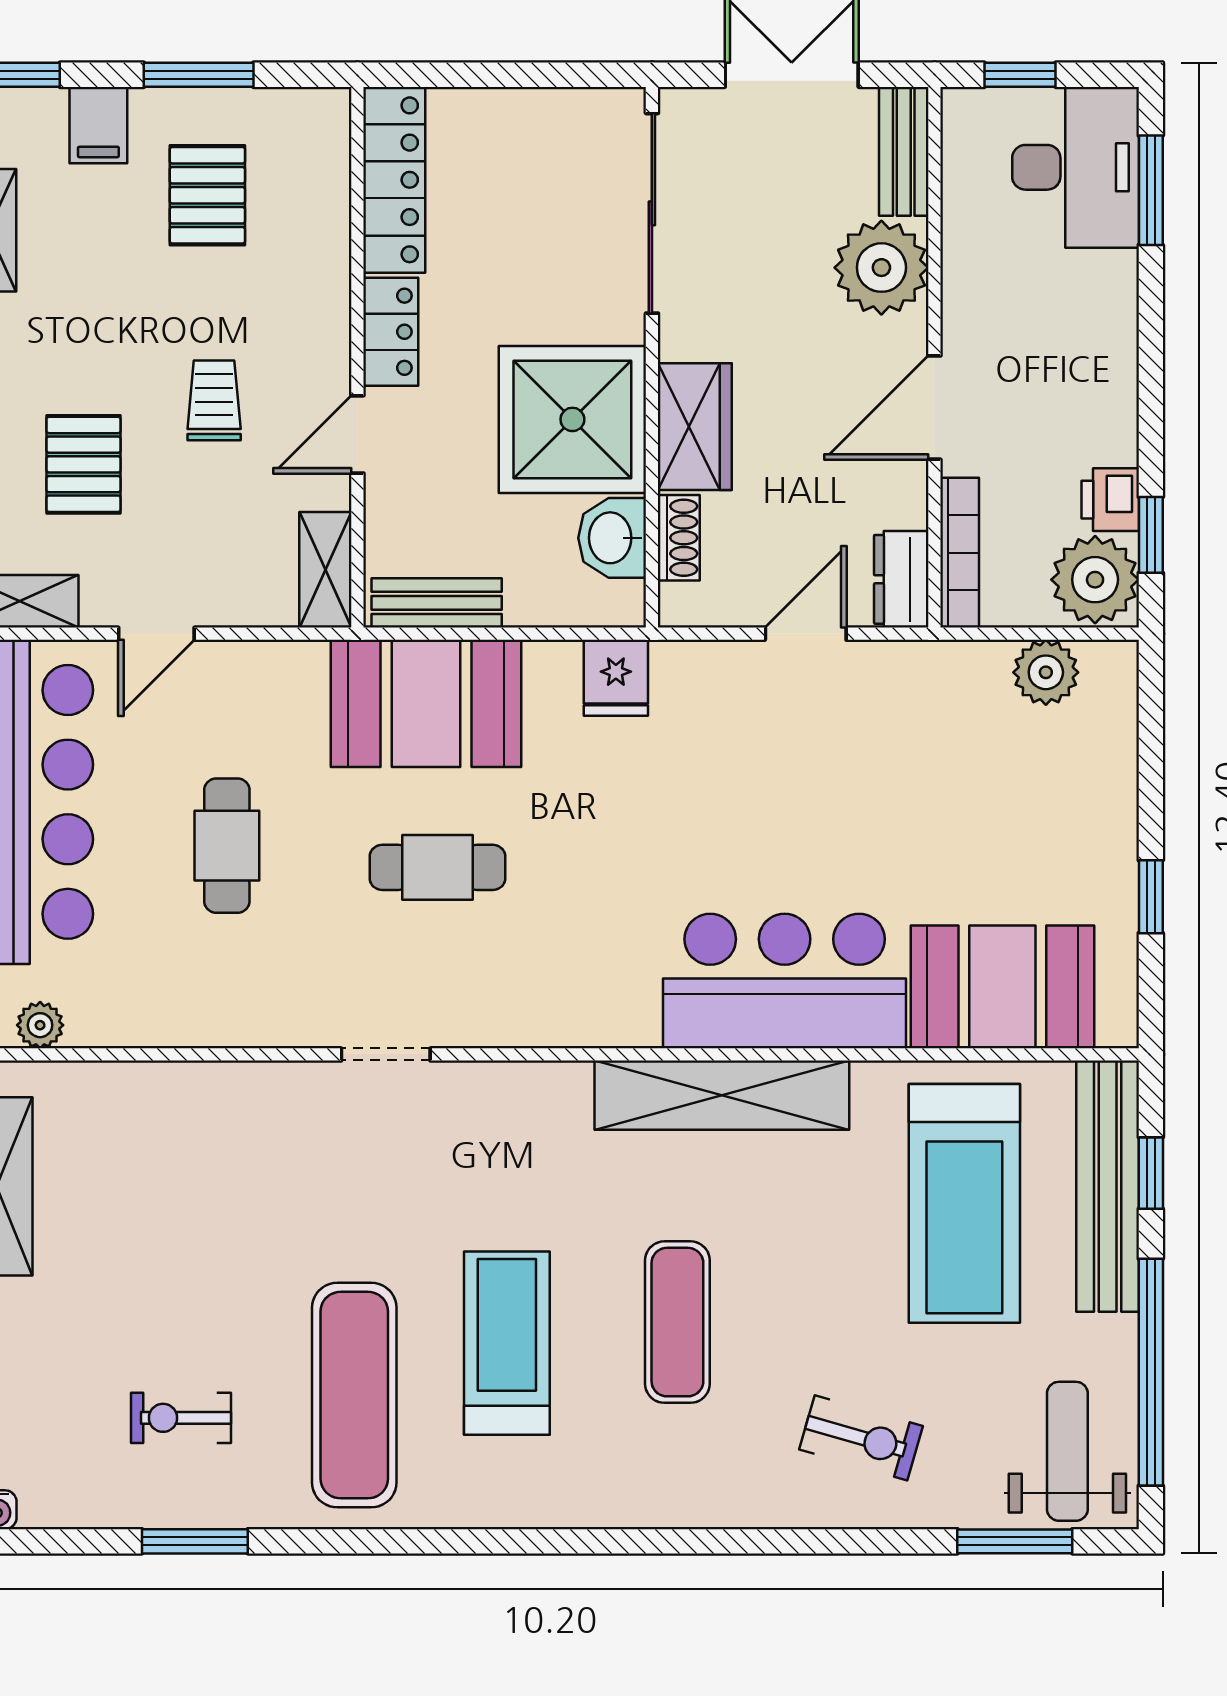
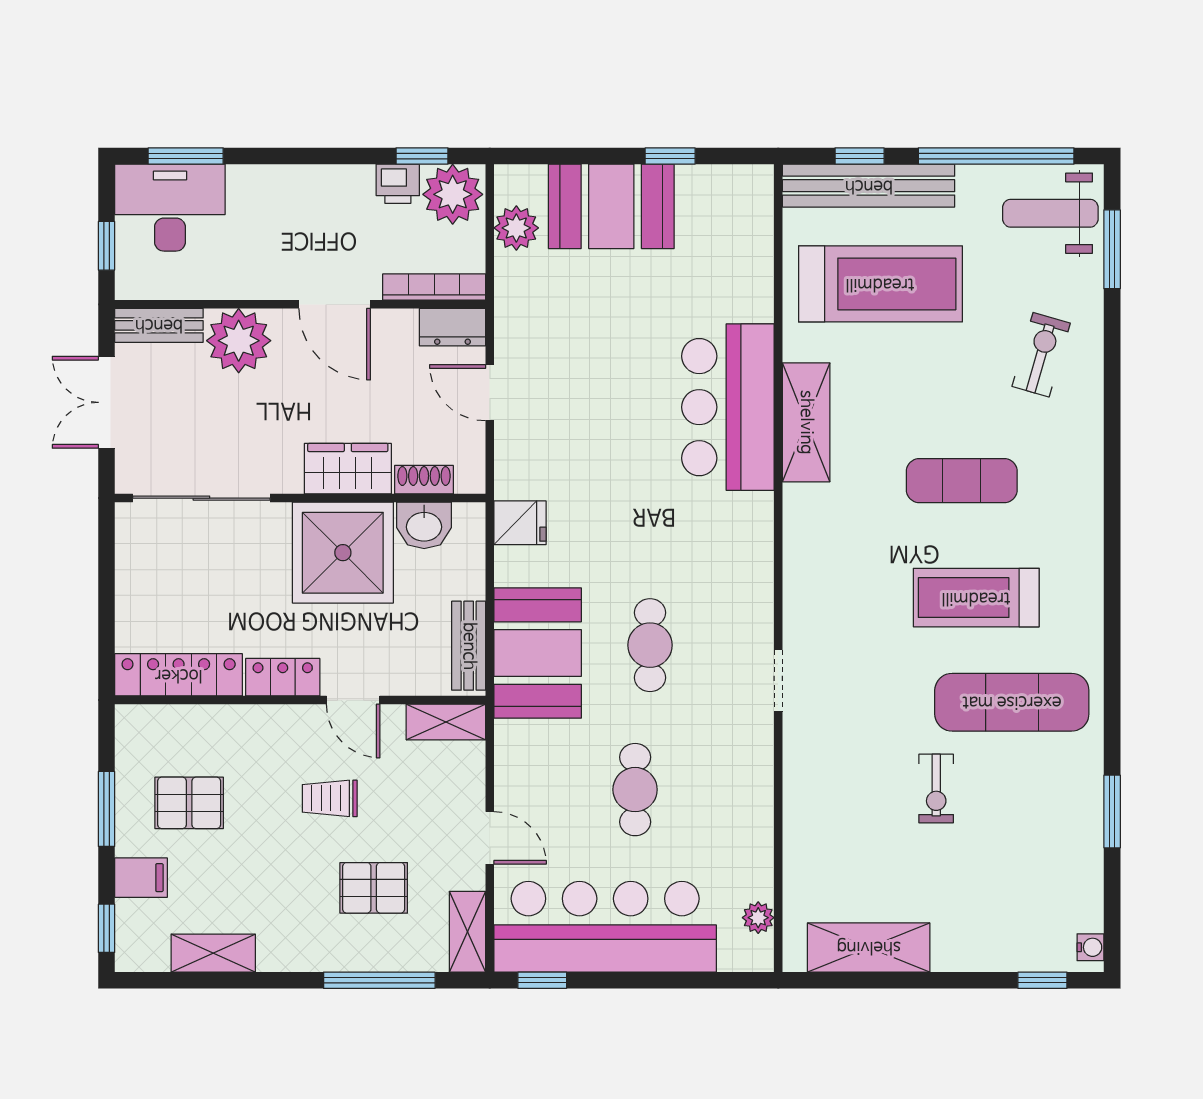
cafe table: (227, 846) -> (635, 790), turned 90
booth: (1002, 987) -> (611, 206), moved, turned 90
shelving: (722, 1095) -> (806, 422), width x0.68
exercise bike: (181, 1418) -> (936, 788), moved

